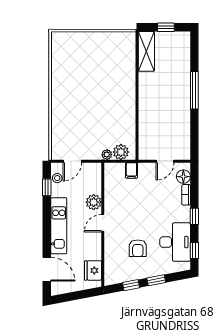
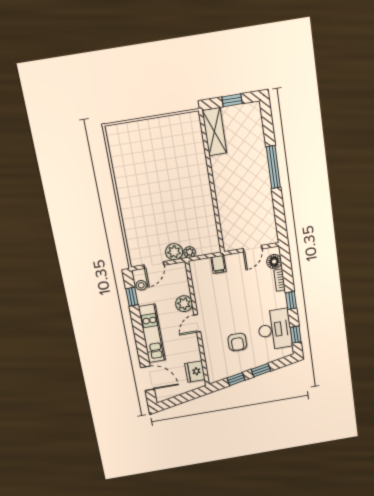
plant: (121, 152) -> (174, 252), moved

